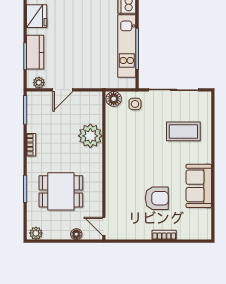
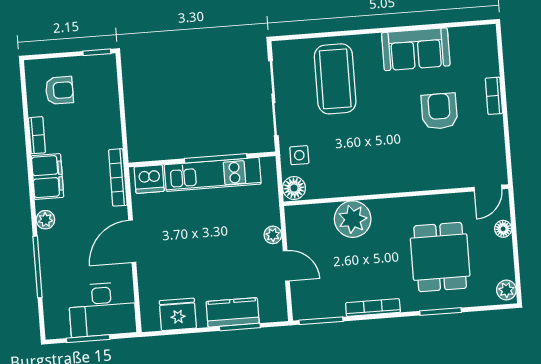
plant: (39, 83) -> (273, 235), moved
coffee table: (183, 131) -> (335, 79), width x1.36, depth x1.32
bookcase: (31, 145) -> (373, 308), width x1.56

